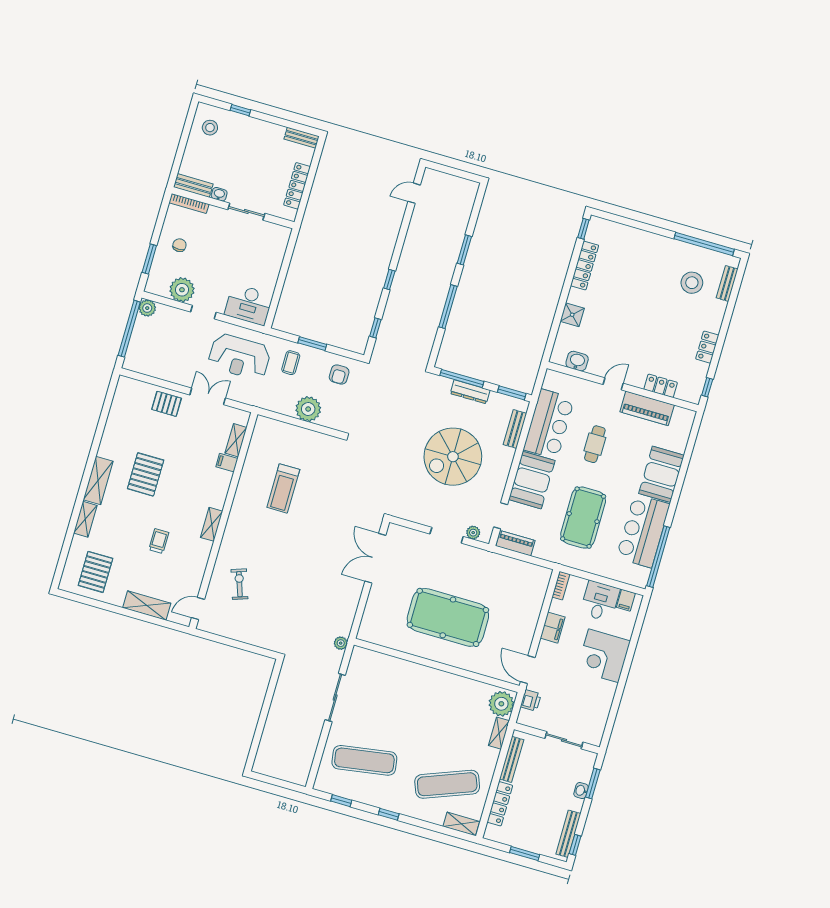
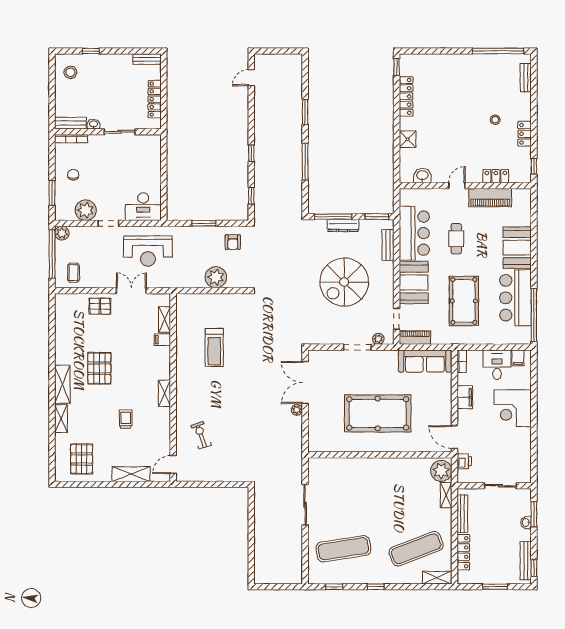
stool: (692, 283) -> (495, 120), moved, width x0.53, depth x0.53
coffee table: (291, 363) -> (74, 273), moved
sofa: (519, 573) -> (425, 361), added
plant: (341, 643) -> (297, 410), moved

